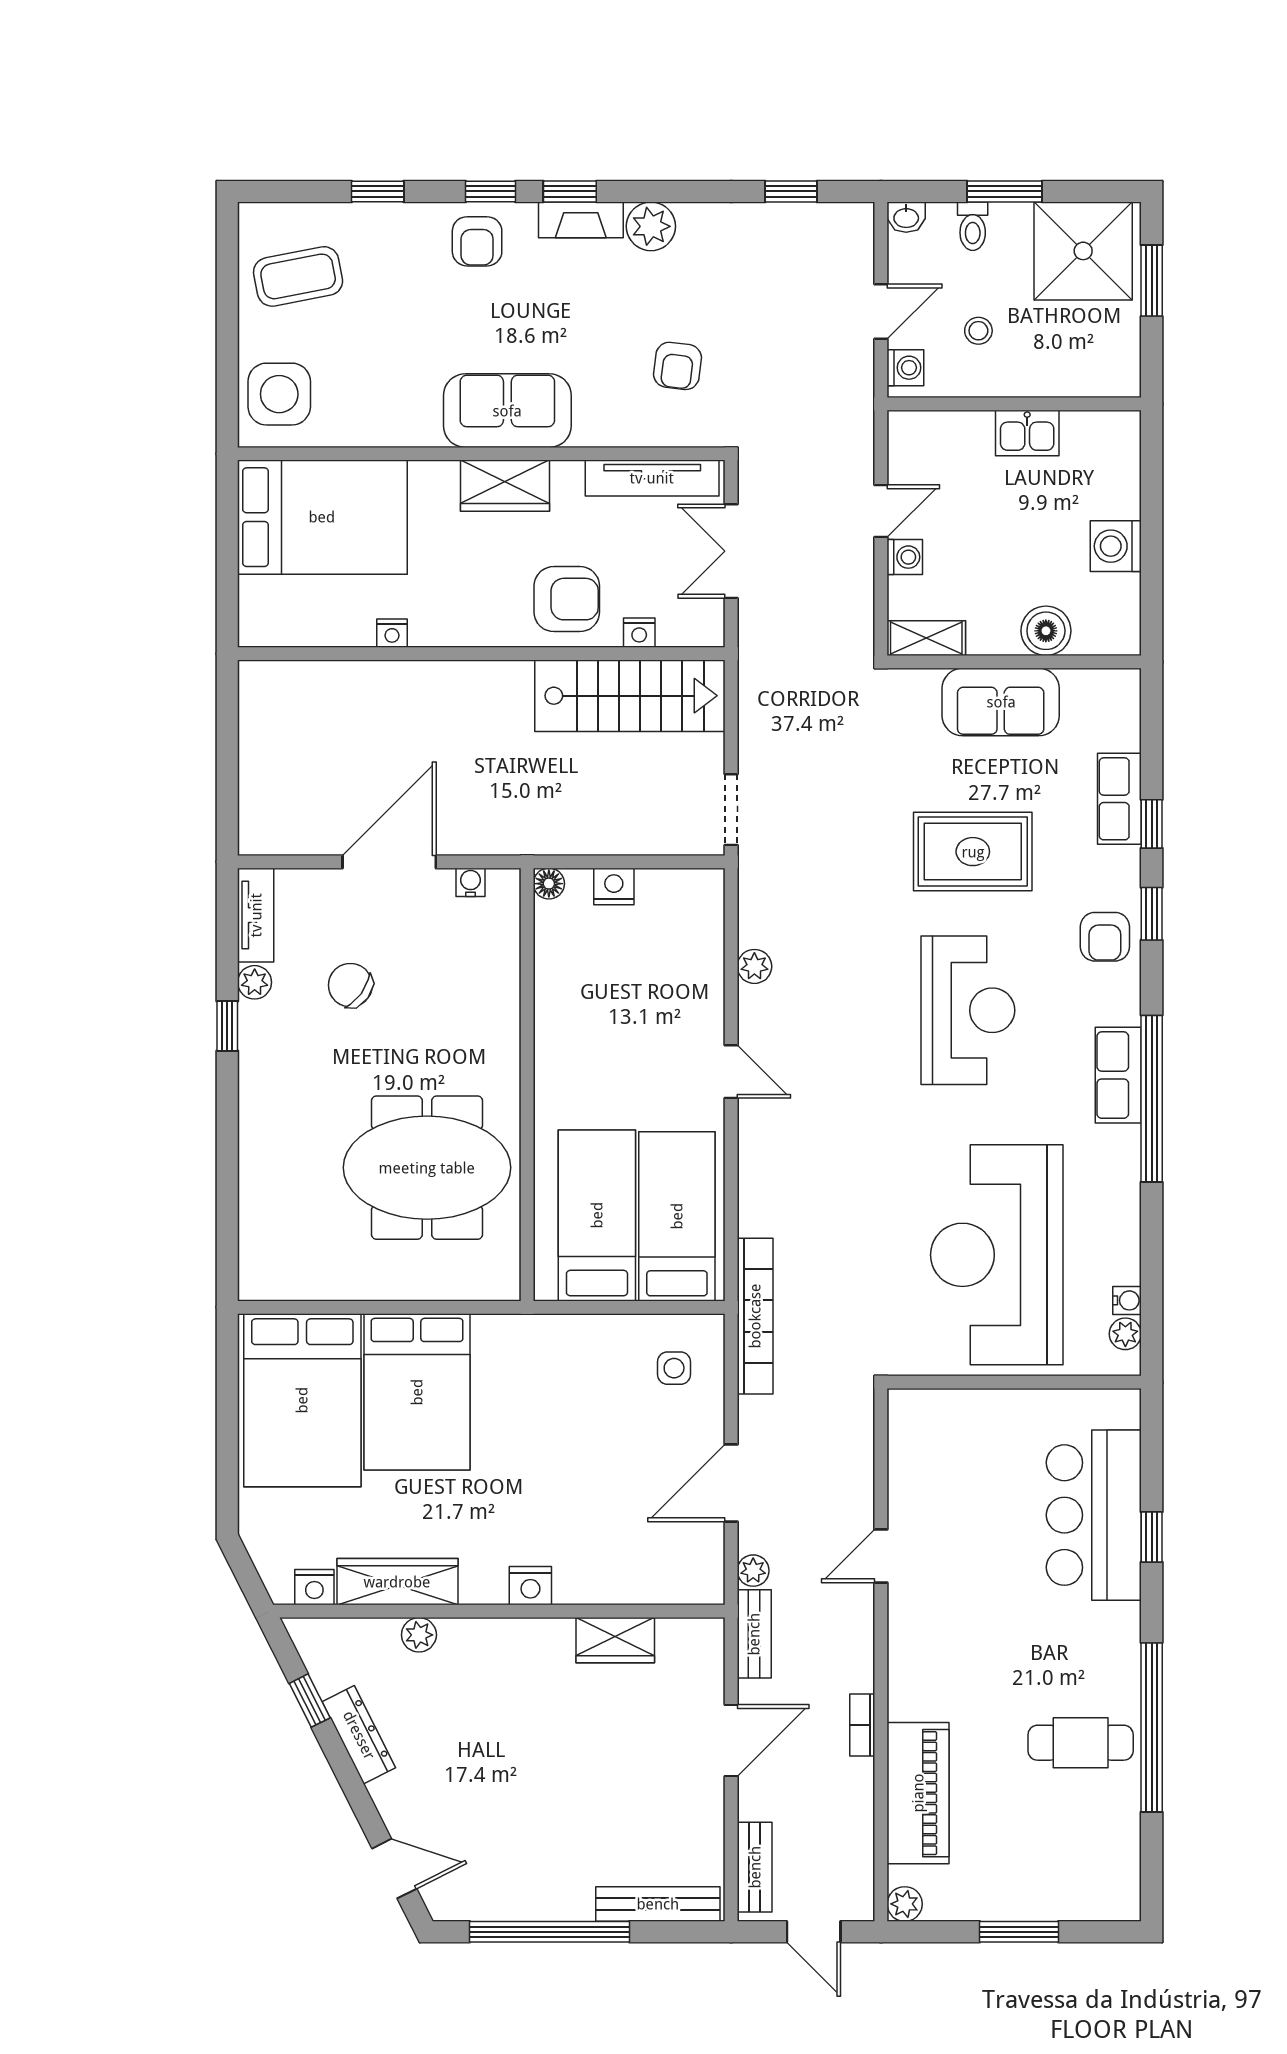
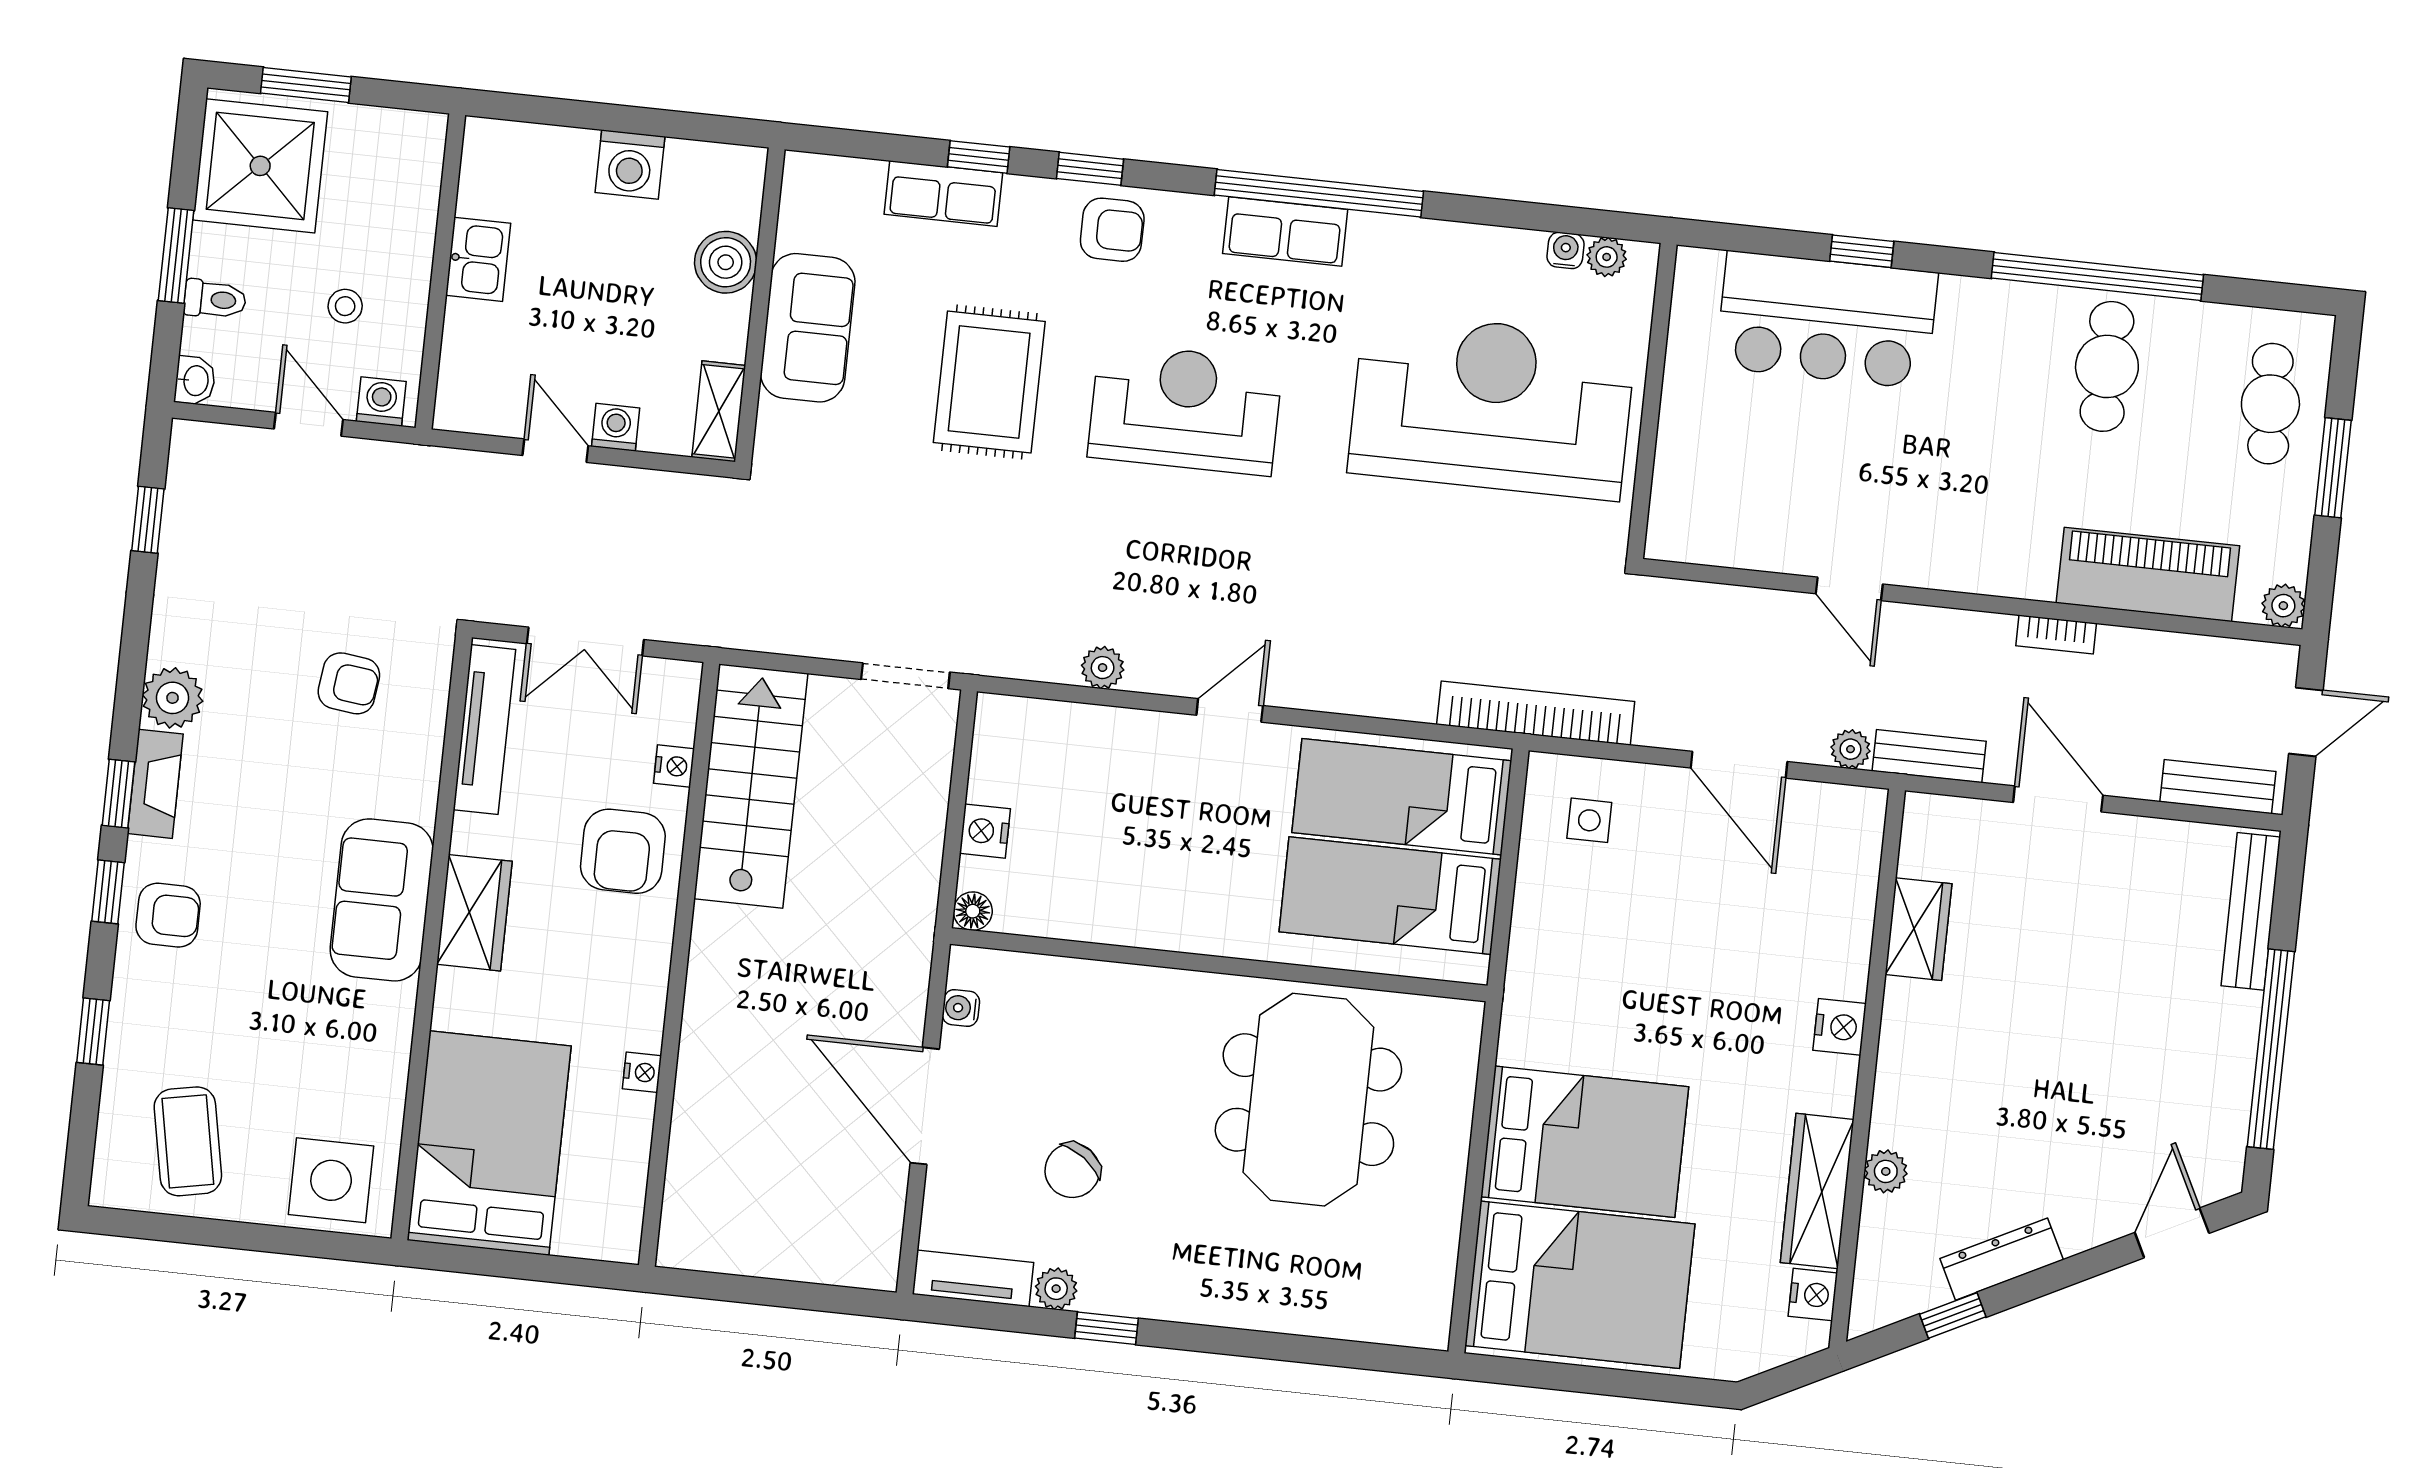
armchair: (567, 599) -> (623, 851), turned 180
reception desk: (997, 1255) -> (1492, 406), turned 180
cafe table: (1065, 1876) -> (2270, 404), added

